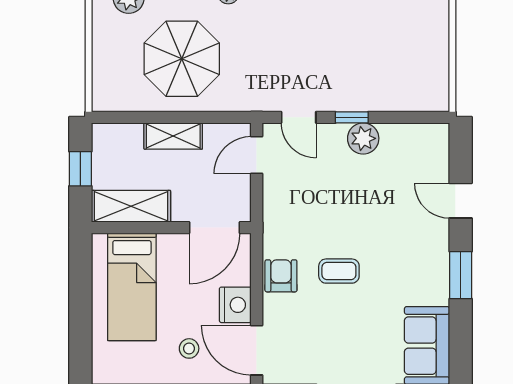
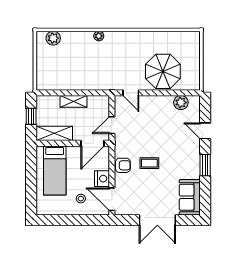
parasol: (182, 59) -> (163, 71), moved
window: (352, 117) -> (155, 93), removed
plant: (363, 138) -> (181, 103), moved
door: (257, 155) -> (112, 125), moved
armchair: (281, 276) -> (123, 165), turned 90

